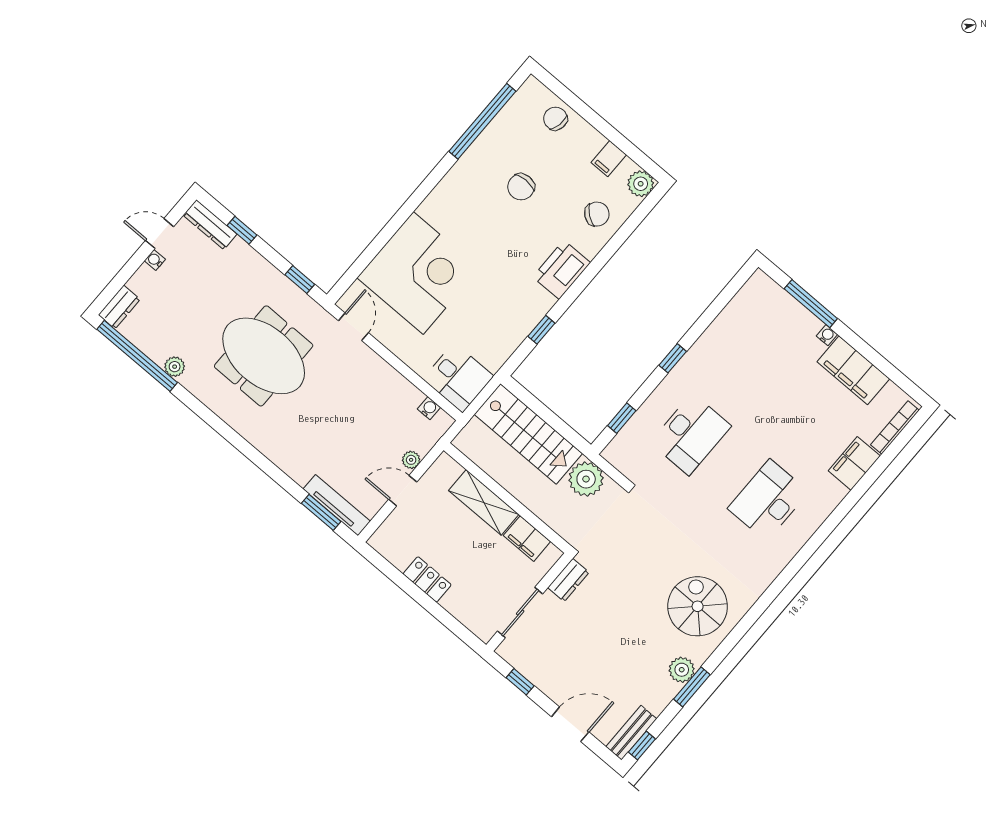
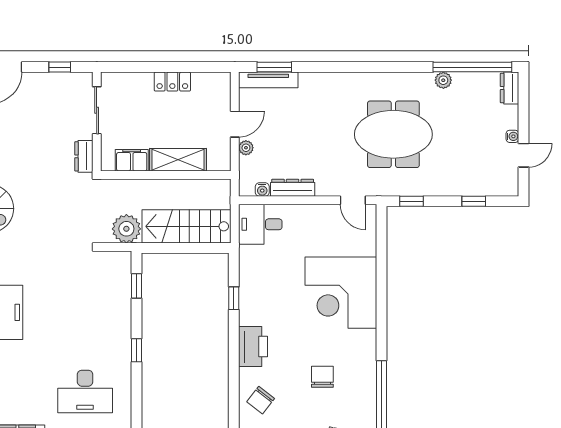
dresser: (210, 225) -> (293, 188), moved
corner desk: (418, 273) -> (341, 293), moved
desk: (690, 434) -> (85, 391), moved, turned -90

